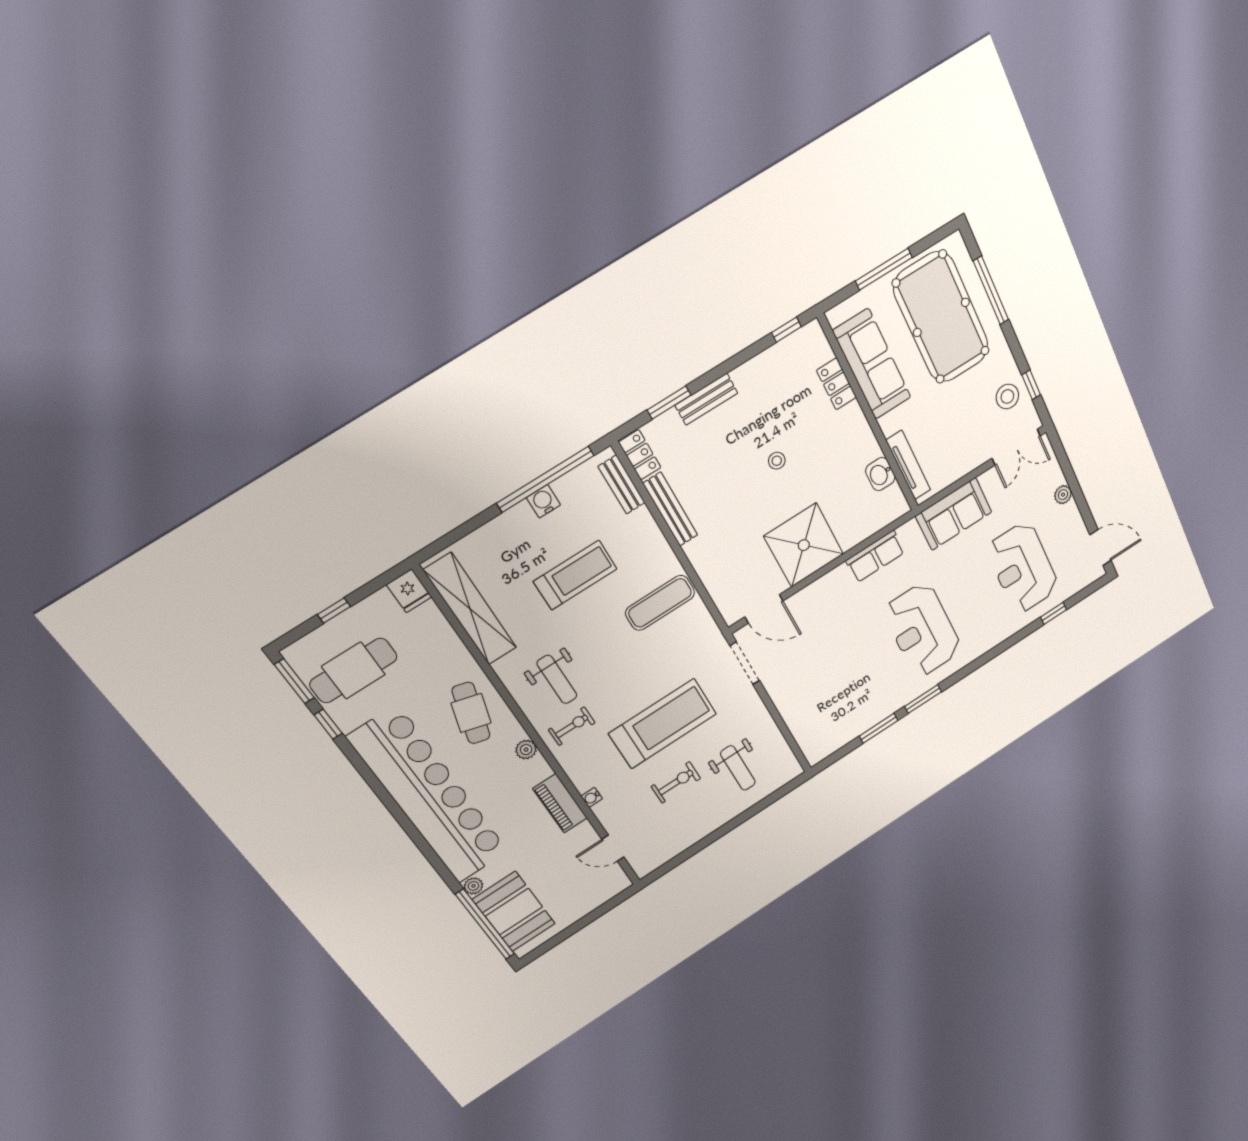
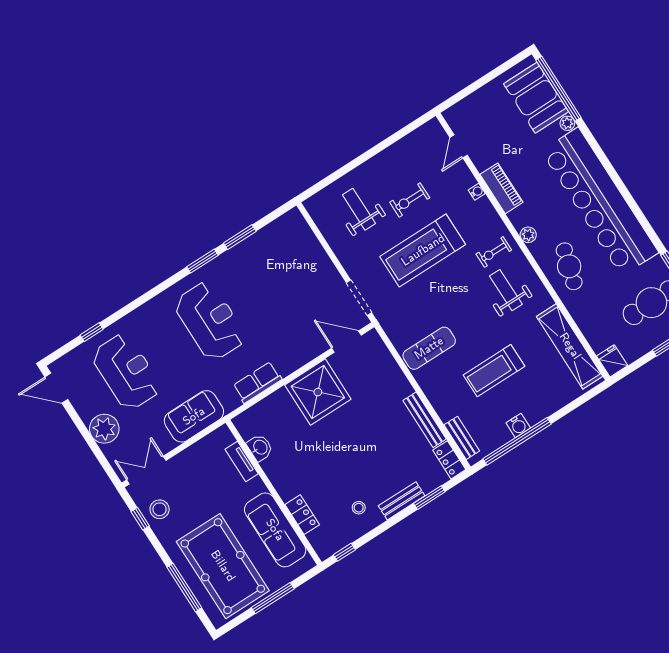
stool: (777, 461) -> (359, 508), moved
tv unit: (908, 465) -> (242, 461), width x0.71
plant: (1063, 495) -> (104, 429), width x1.87, depth x1.87
door: (613, 848) -> (459, 146), swing flipped

